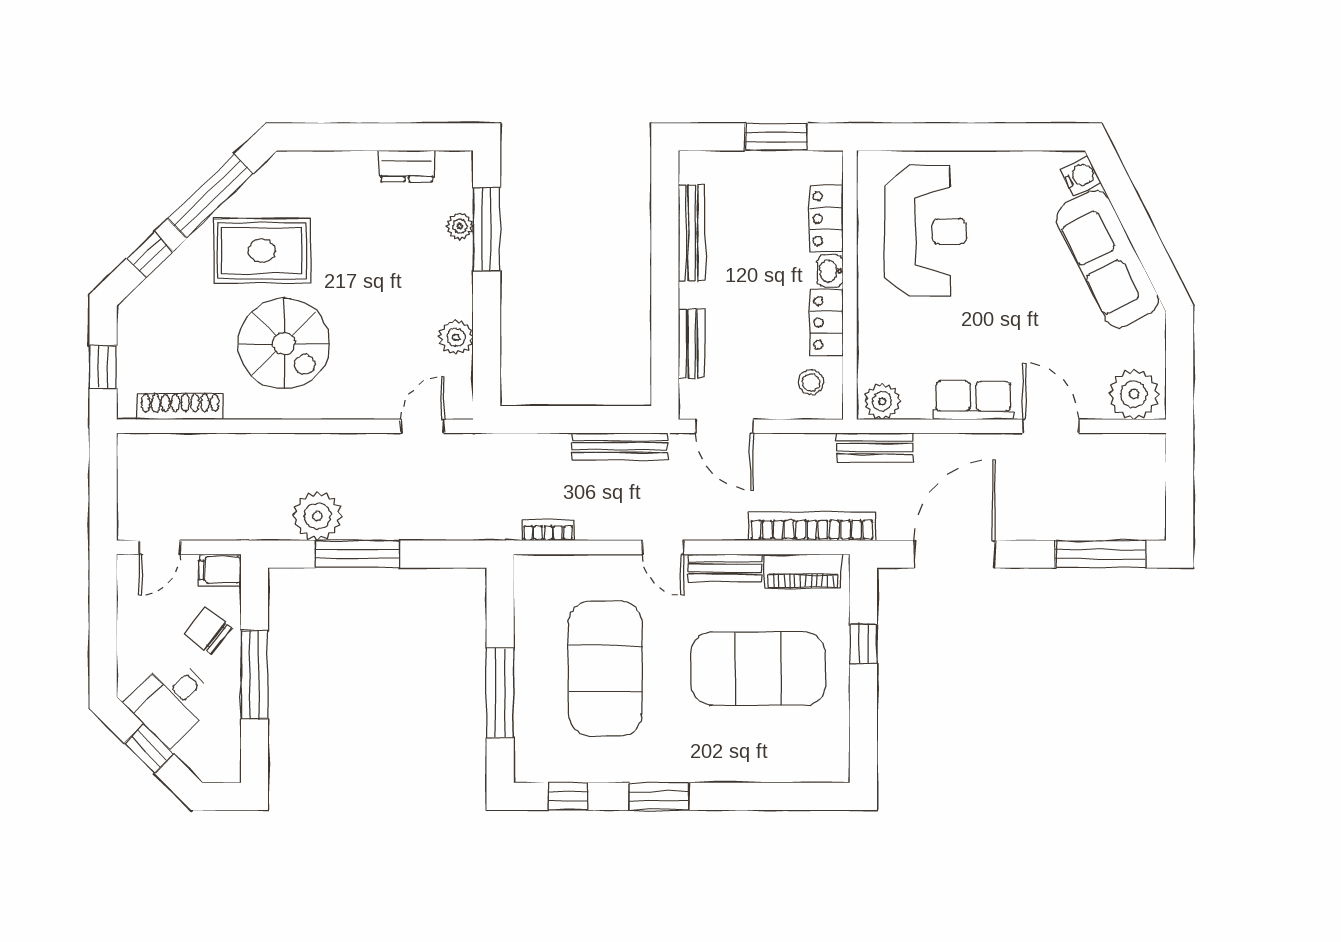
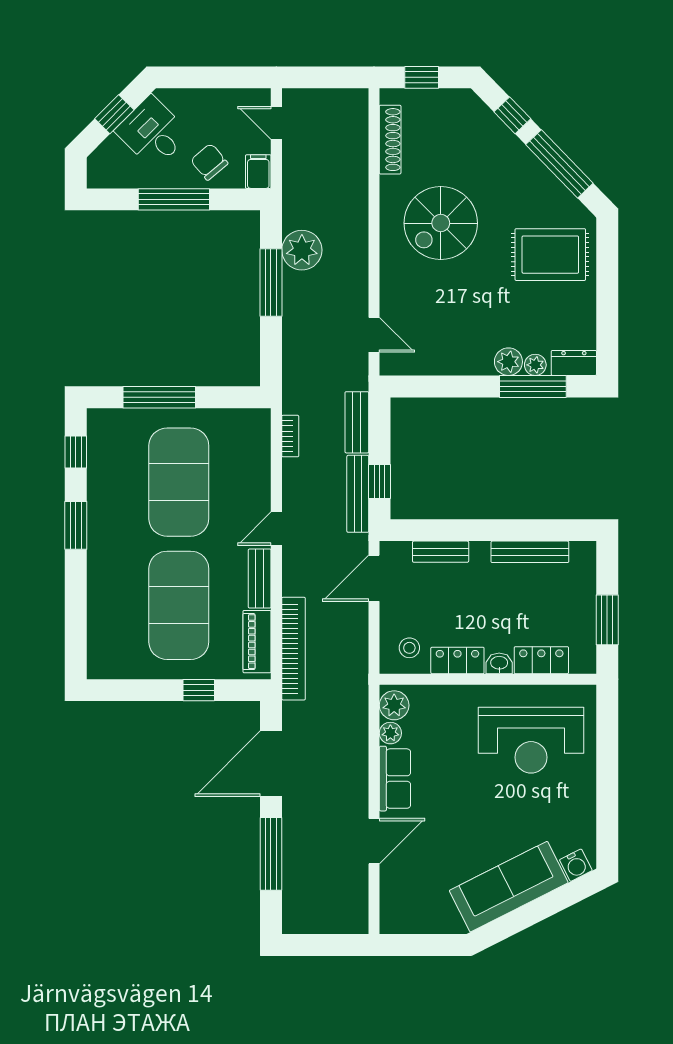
dresser: (407, 166) -> (574, 363), moved, turned 90
rug: (262, 251) -> (550, 255), moved, turned 90
plant: (456, 337) -> (508, 362), moved
plant: (1134, 394) -> (390, 733), moved, width x0.53, depth x0.53
window: (605, 420) -> (379, 481), added
bench: (875, 448) -> (357, 422), moved
door: (955, 554) -> (271, 764), swing flipped
window: (1101, 554) -> (271, 854), moved
chair: (208, 631) -> (209, 162), turned -78
exercise mat: (605, 668) -> (179, 482), turned 90

